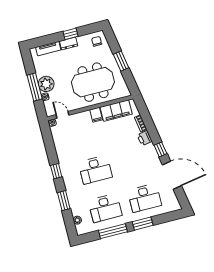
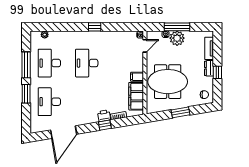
meeting table: (93, 82) -> (168, 82), turned 90
window: (160, 149) -> (105, 125), moved
window: (64, 201) -> (66, 27), removed

